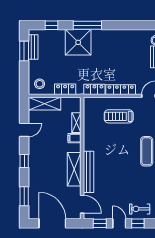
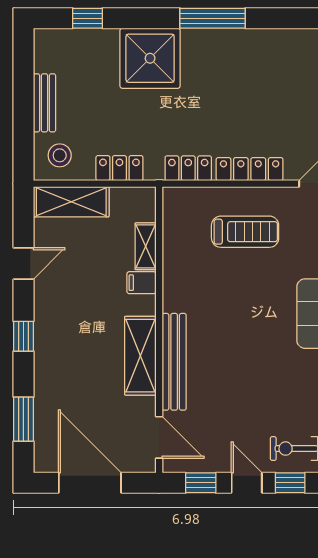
window: (87, 25) -> (213, 18), moved
bench: (33, 47) -> (44, 103), moved
window: (24, 51) -> (23, 78), removed
treadmill: (119, 116) -> (245, 232), turned 180

